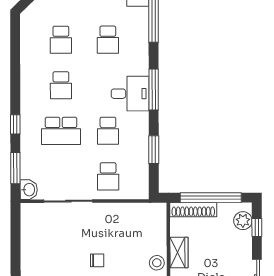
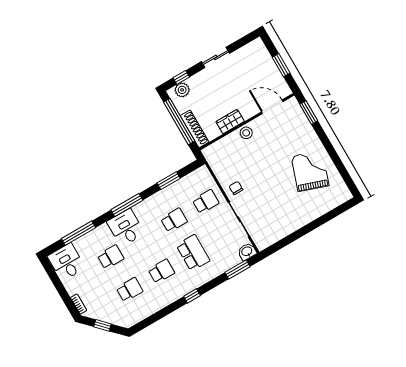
desk: (130, 94) -> (126, 228), moved
window: (15, 124) -> (192, 296), moved
chair: (97, 260) -> (236, 188), moved

